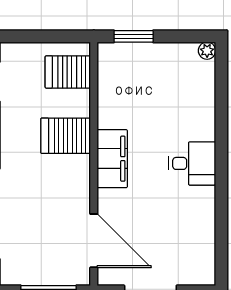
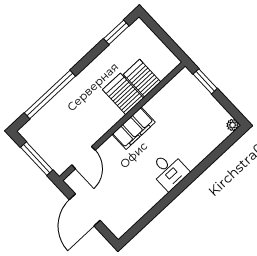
server rack: (68, 72) -> (142, 78), moved
door: (94, 241) -> (84, 158), width x0.73

